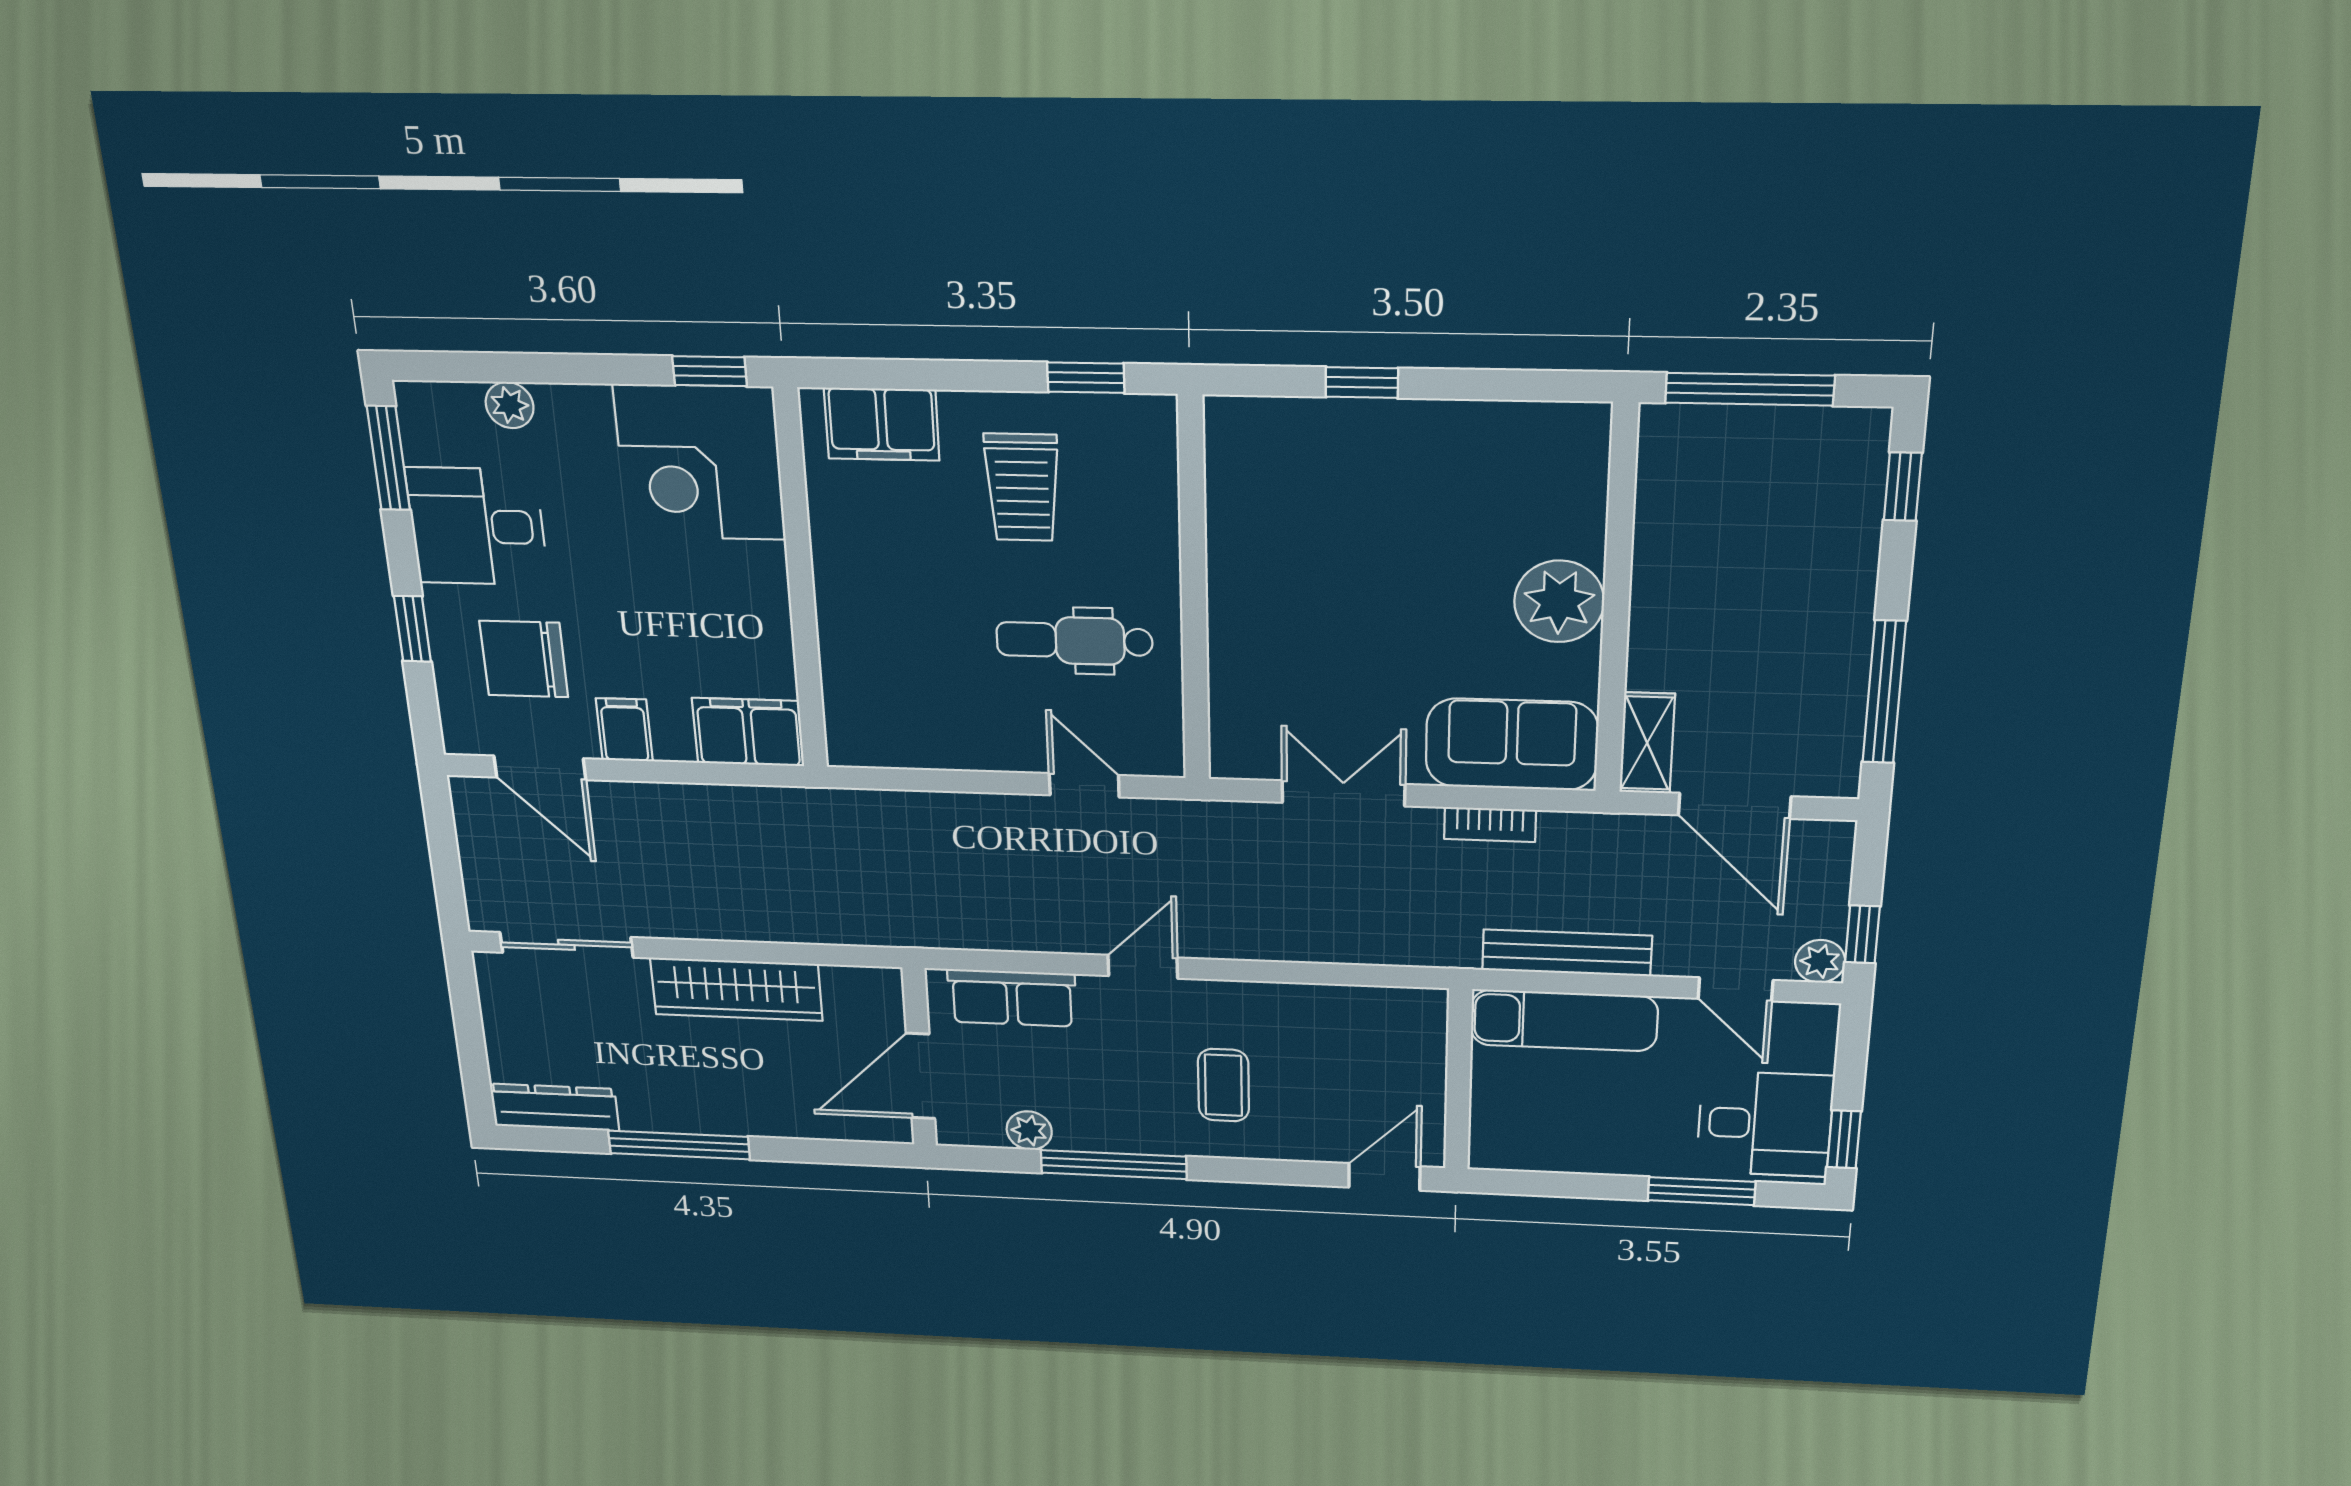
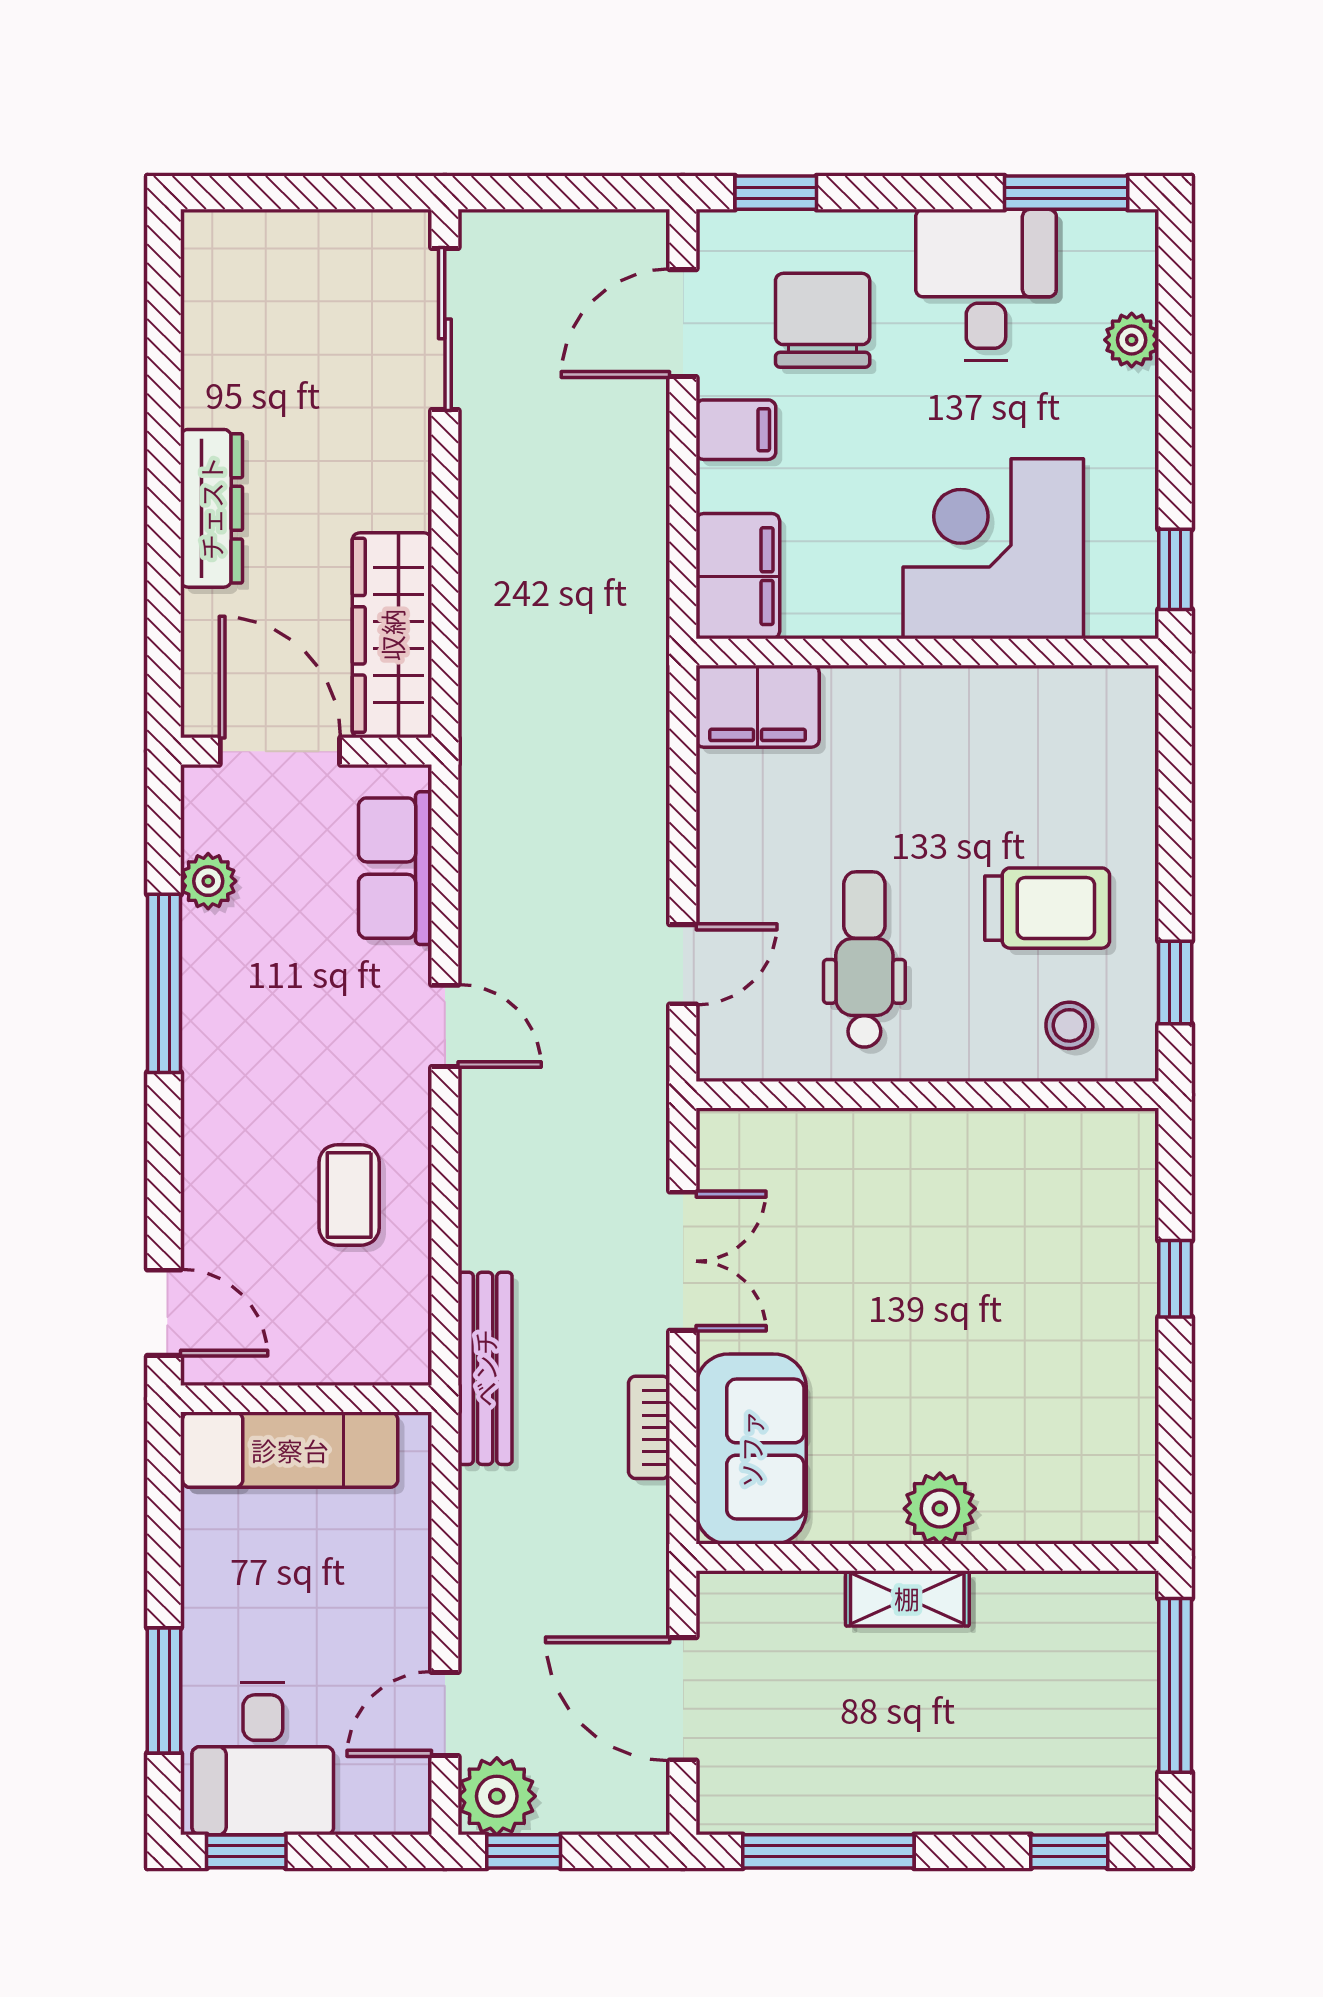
filing cabinet: (882, 424) -> (758, 706), moved, turned -90
corner desk: (700, 462) -> (993, 549), moved
stool: (1128, 471) -> (1069, 1025), added
trolley: (1022, 487) -> (1047, 908), turned 180
plant: (1559, 601) -> (940, 1509), width x0.73, depth x0.73
window: (412, 629) -> (776, 193), moved
shelving: (1647, 743) -> (907, 1598), moved
door: (1735, 806) -> (683, 1699), hinge flipped
bench: (1567, 953) -> (485, 1368), moved
plant: (1820, 961) -> (497, 1796), width x1.38, depth x1.38
wardrobe: (736, 989) -> (392, 635), moved
exam couch: (1564, 1020) -> (290, 1450), moved, turned -90
coffee table: (1223, 1085) -> (349, 1195), moved, turned 90
dresser: (555, 1107) -> (211, 508), moved
window: (679, 1145) -> (164, 441), removed

